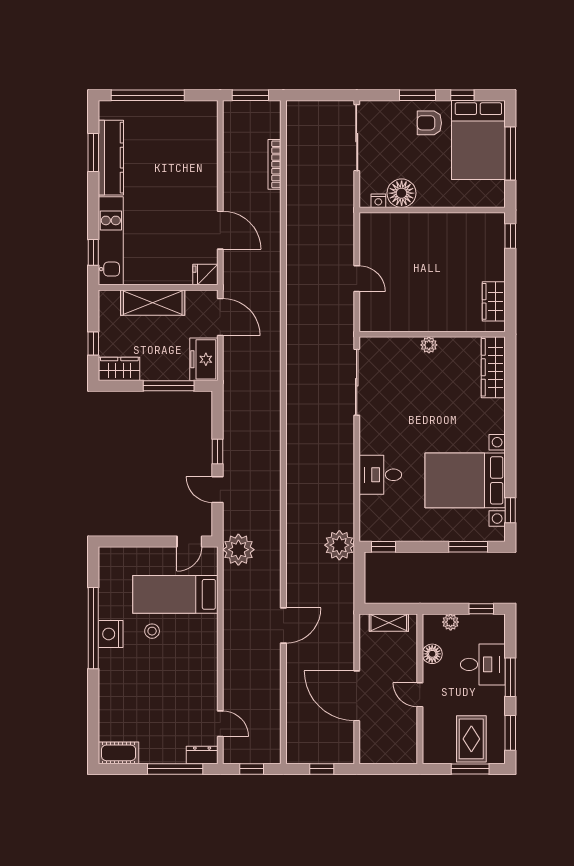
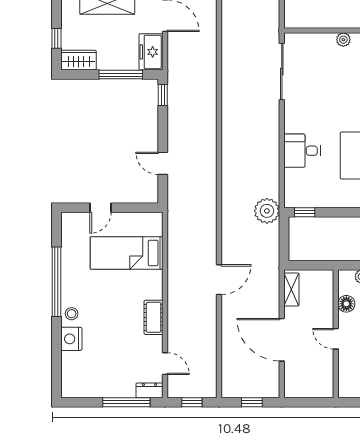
window: (218, 451) -> (163, 95), moved
door: (189, 542) -> (101, 208), moved
plant: (238, 550) -> (181, 215), removed
shelving: (389, 623) -> (291, 289), moved, turned 90
stool: (152, 631) -> (72, 314), moved
nightstand: (111, 634) -> (71, 339), moved
cot: (119, 753) -> (154, 317), moved, turned 90

